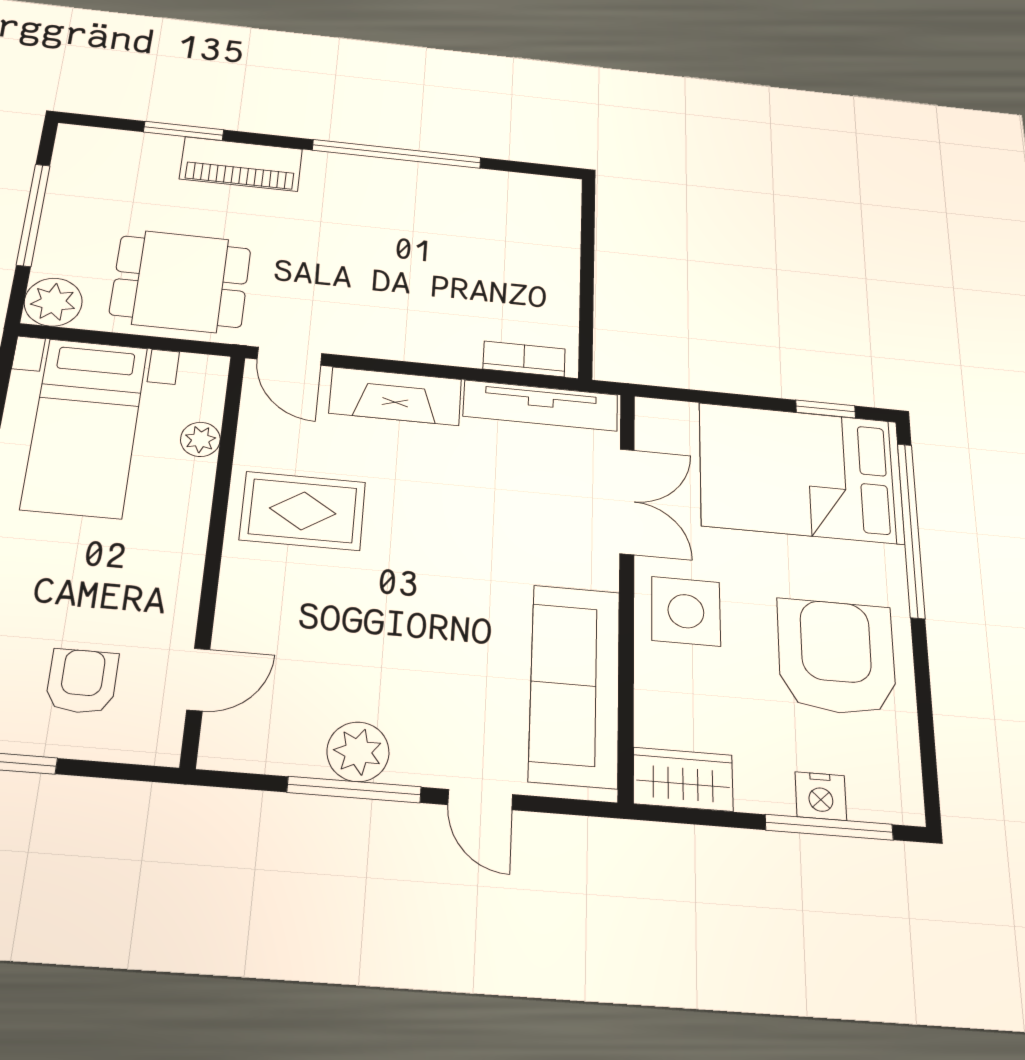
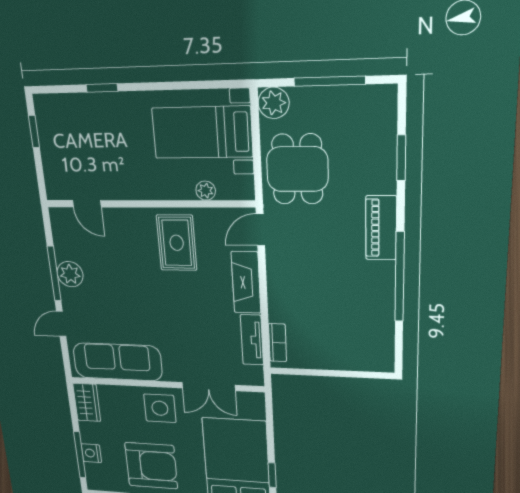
piano: (241, 164) -> (381, 228), moved
tv unit: (541, 406) -> (252, 340), width x0.71
armchair: (82, 681) -> (75, 152), removed

